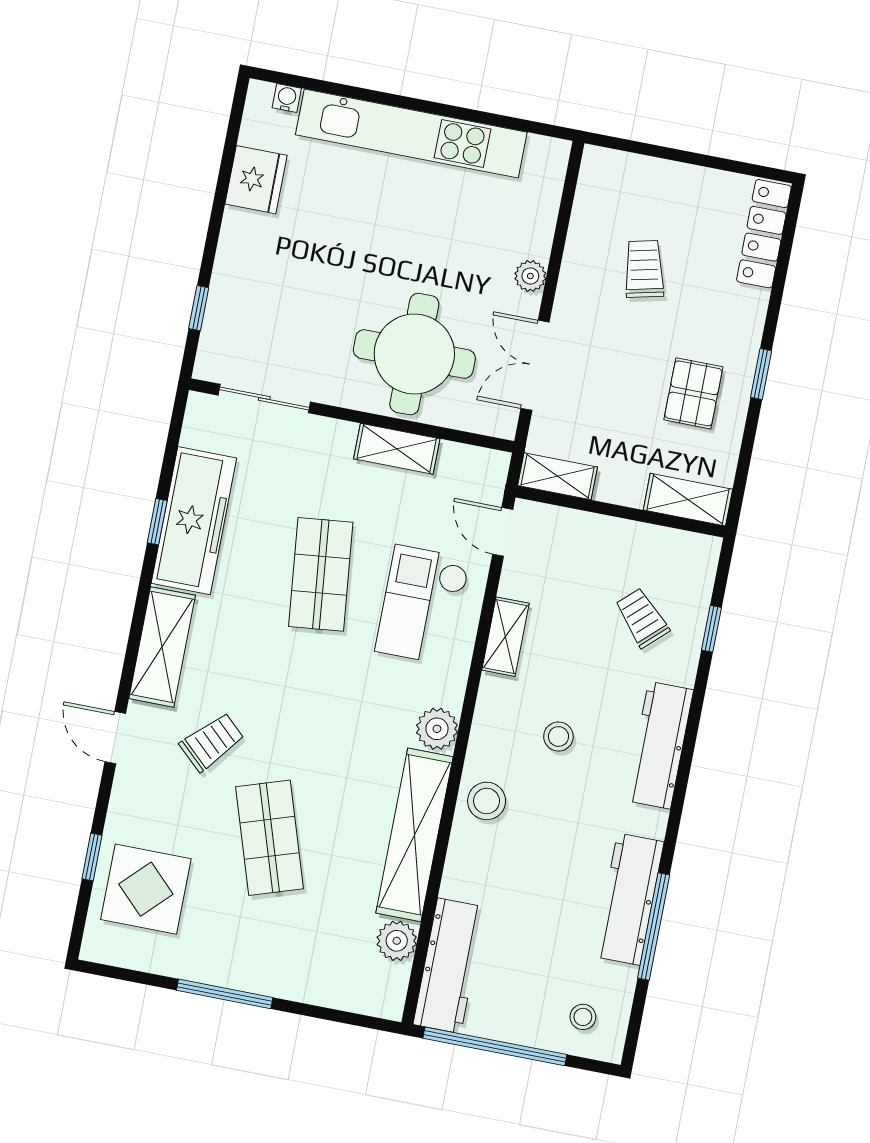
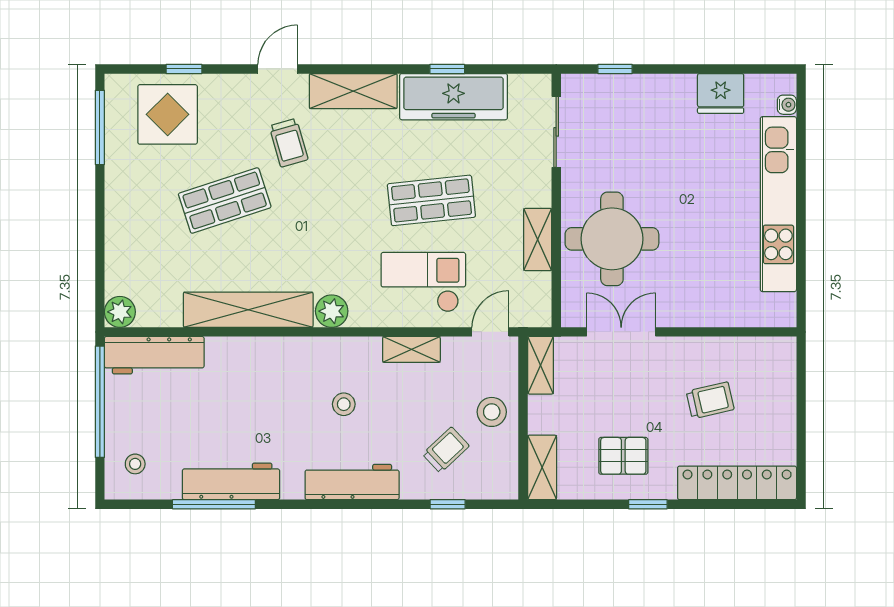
locker: (764, 234) -> (737, 483), width x1.41, depth x1.21
plant: (530, 276) -> (688, 315), removed
trolley: (212, 742) -> (289, 143), turned 31
stool: (487, 801) -> (492, 412), moved
plant: (397, 941) -> (120, 312), moved
window: (225, 994) -> (100, 127), moved

